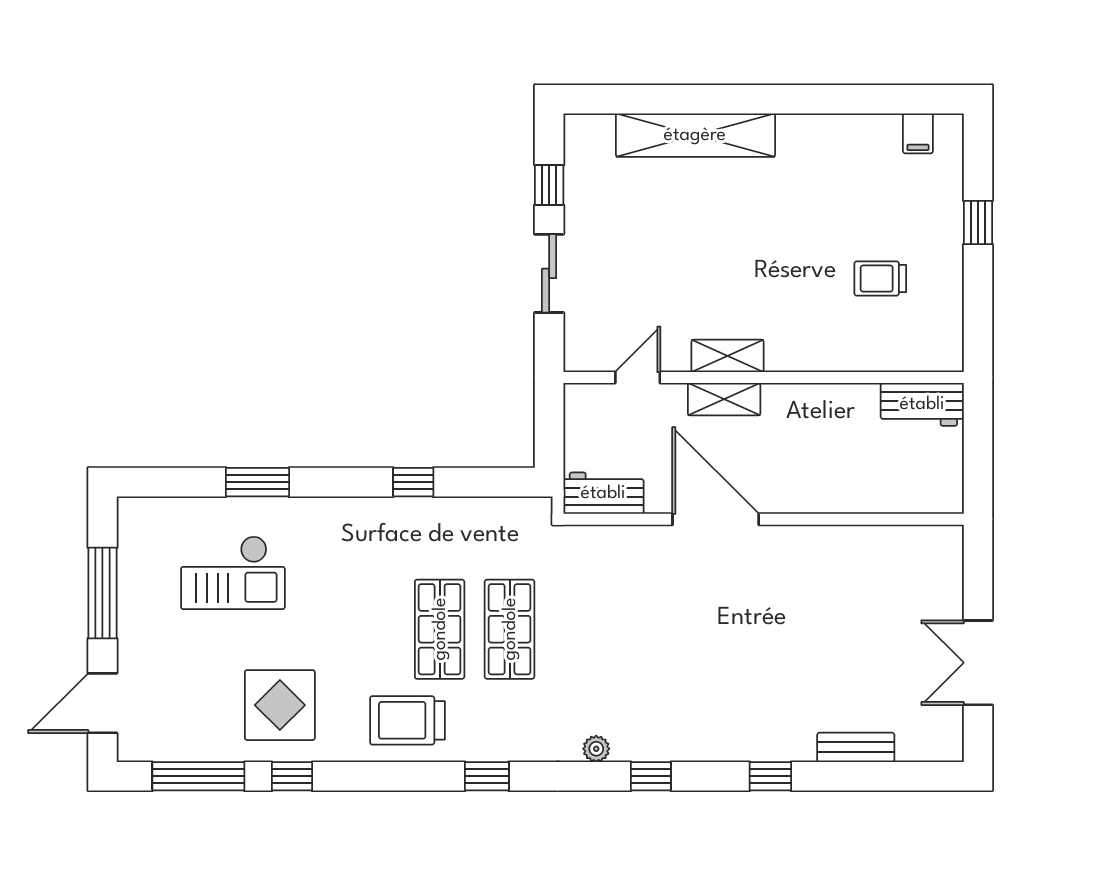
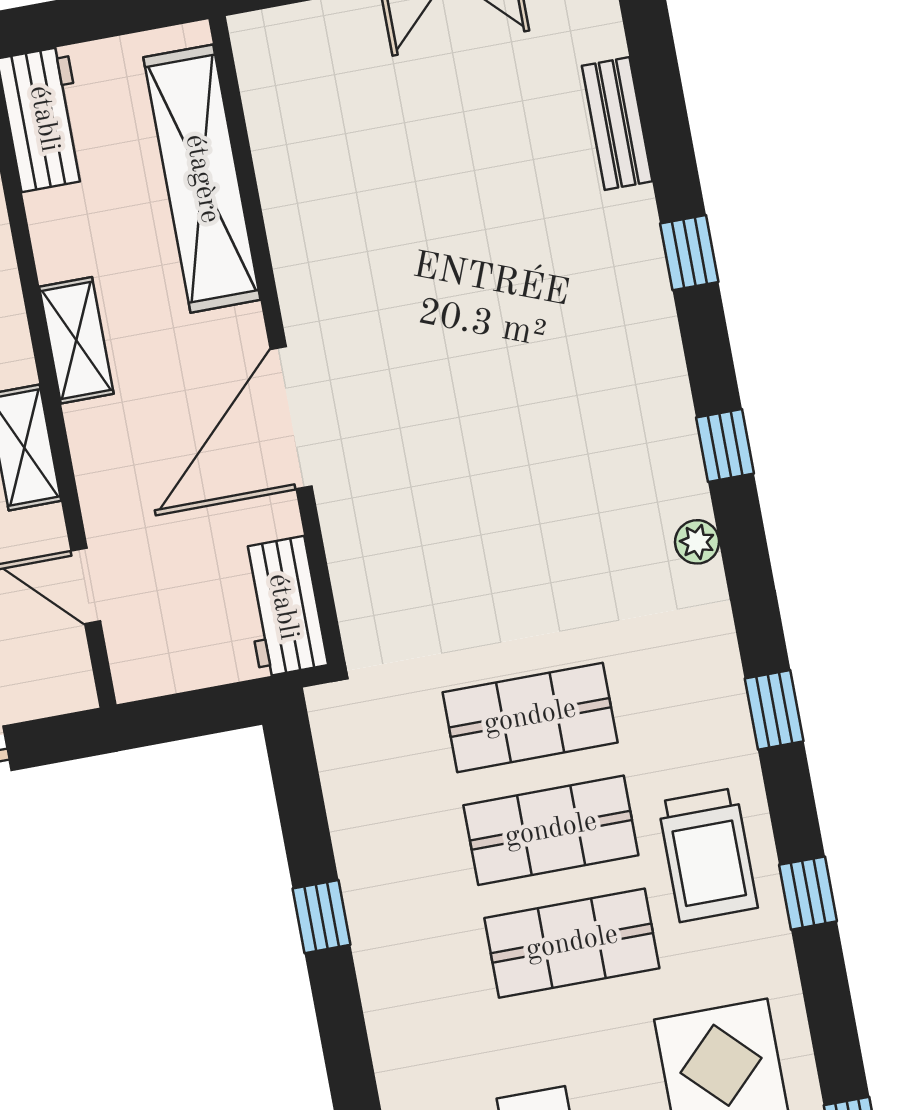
shelving: (724, 399) -> (76, 340), moved
shelving: (869, 492) -> (202, 179), added
shop shelf: (370, 629) -> (572, 943), added
window: (292, 776) -> (808, 893), moved

